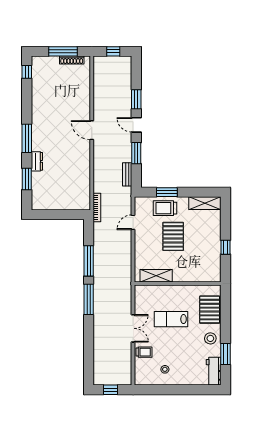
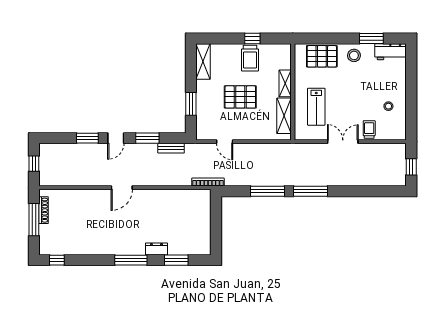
trolley: (165, 208) -> (250, 58), moved
shelving: (185, 277) -> (285, 83), added
lab bench: (171, 319) -> (316, 107), moved

